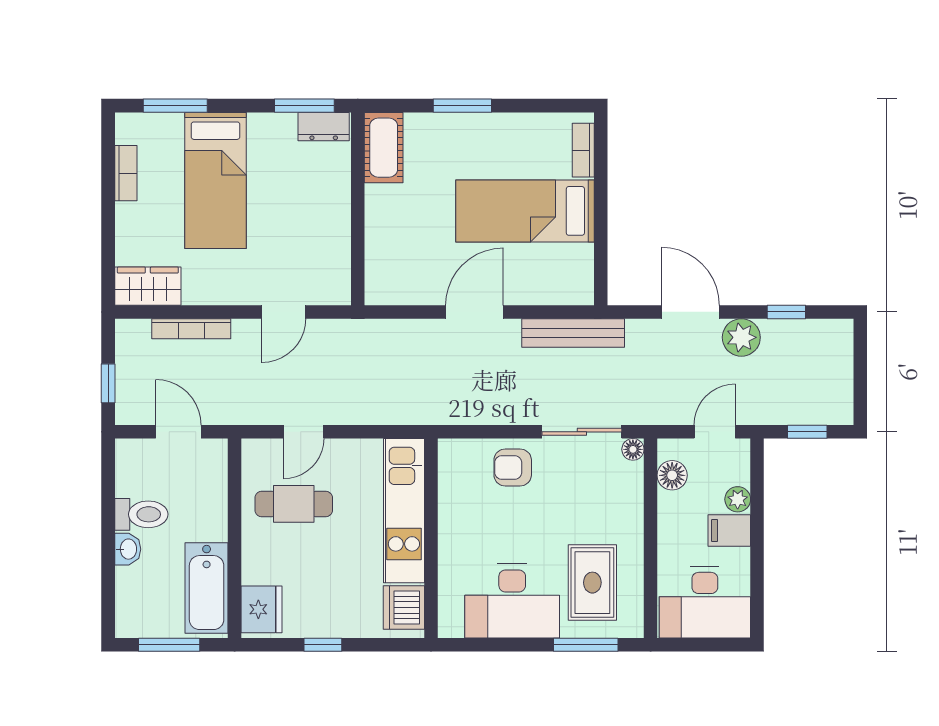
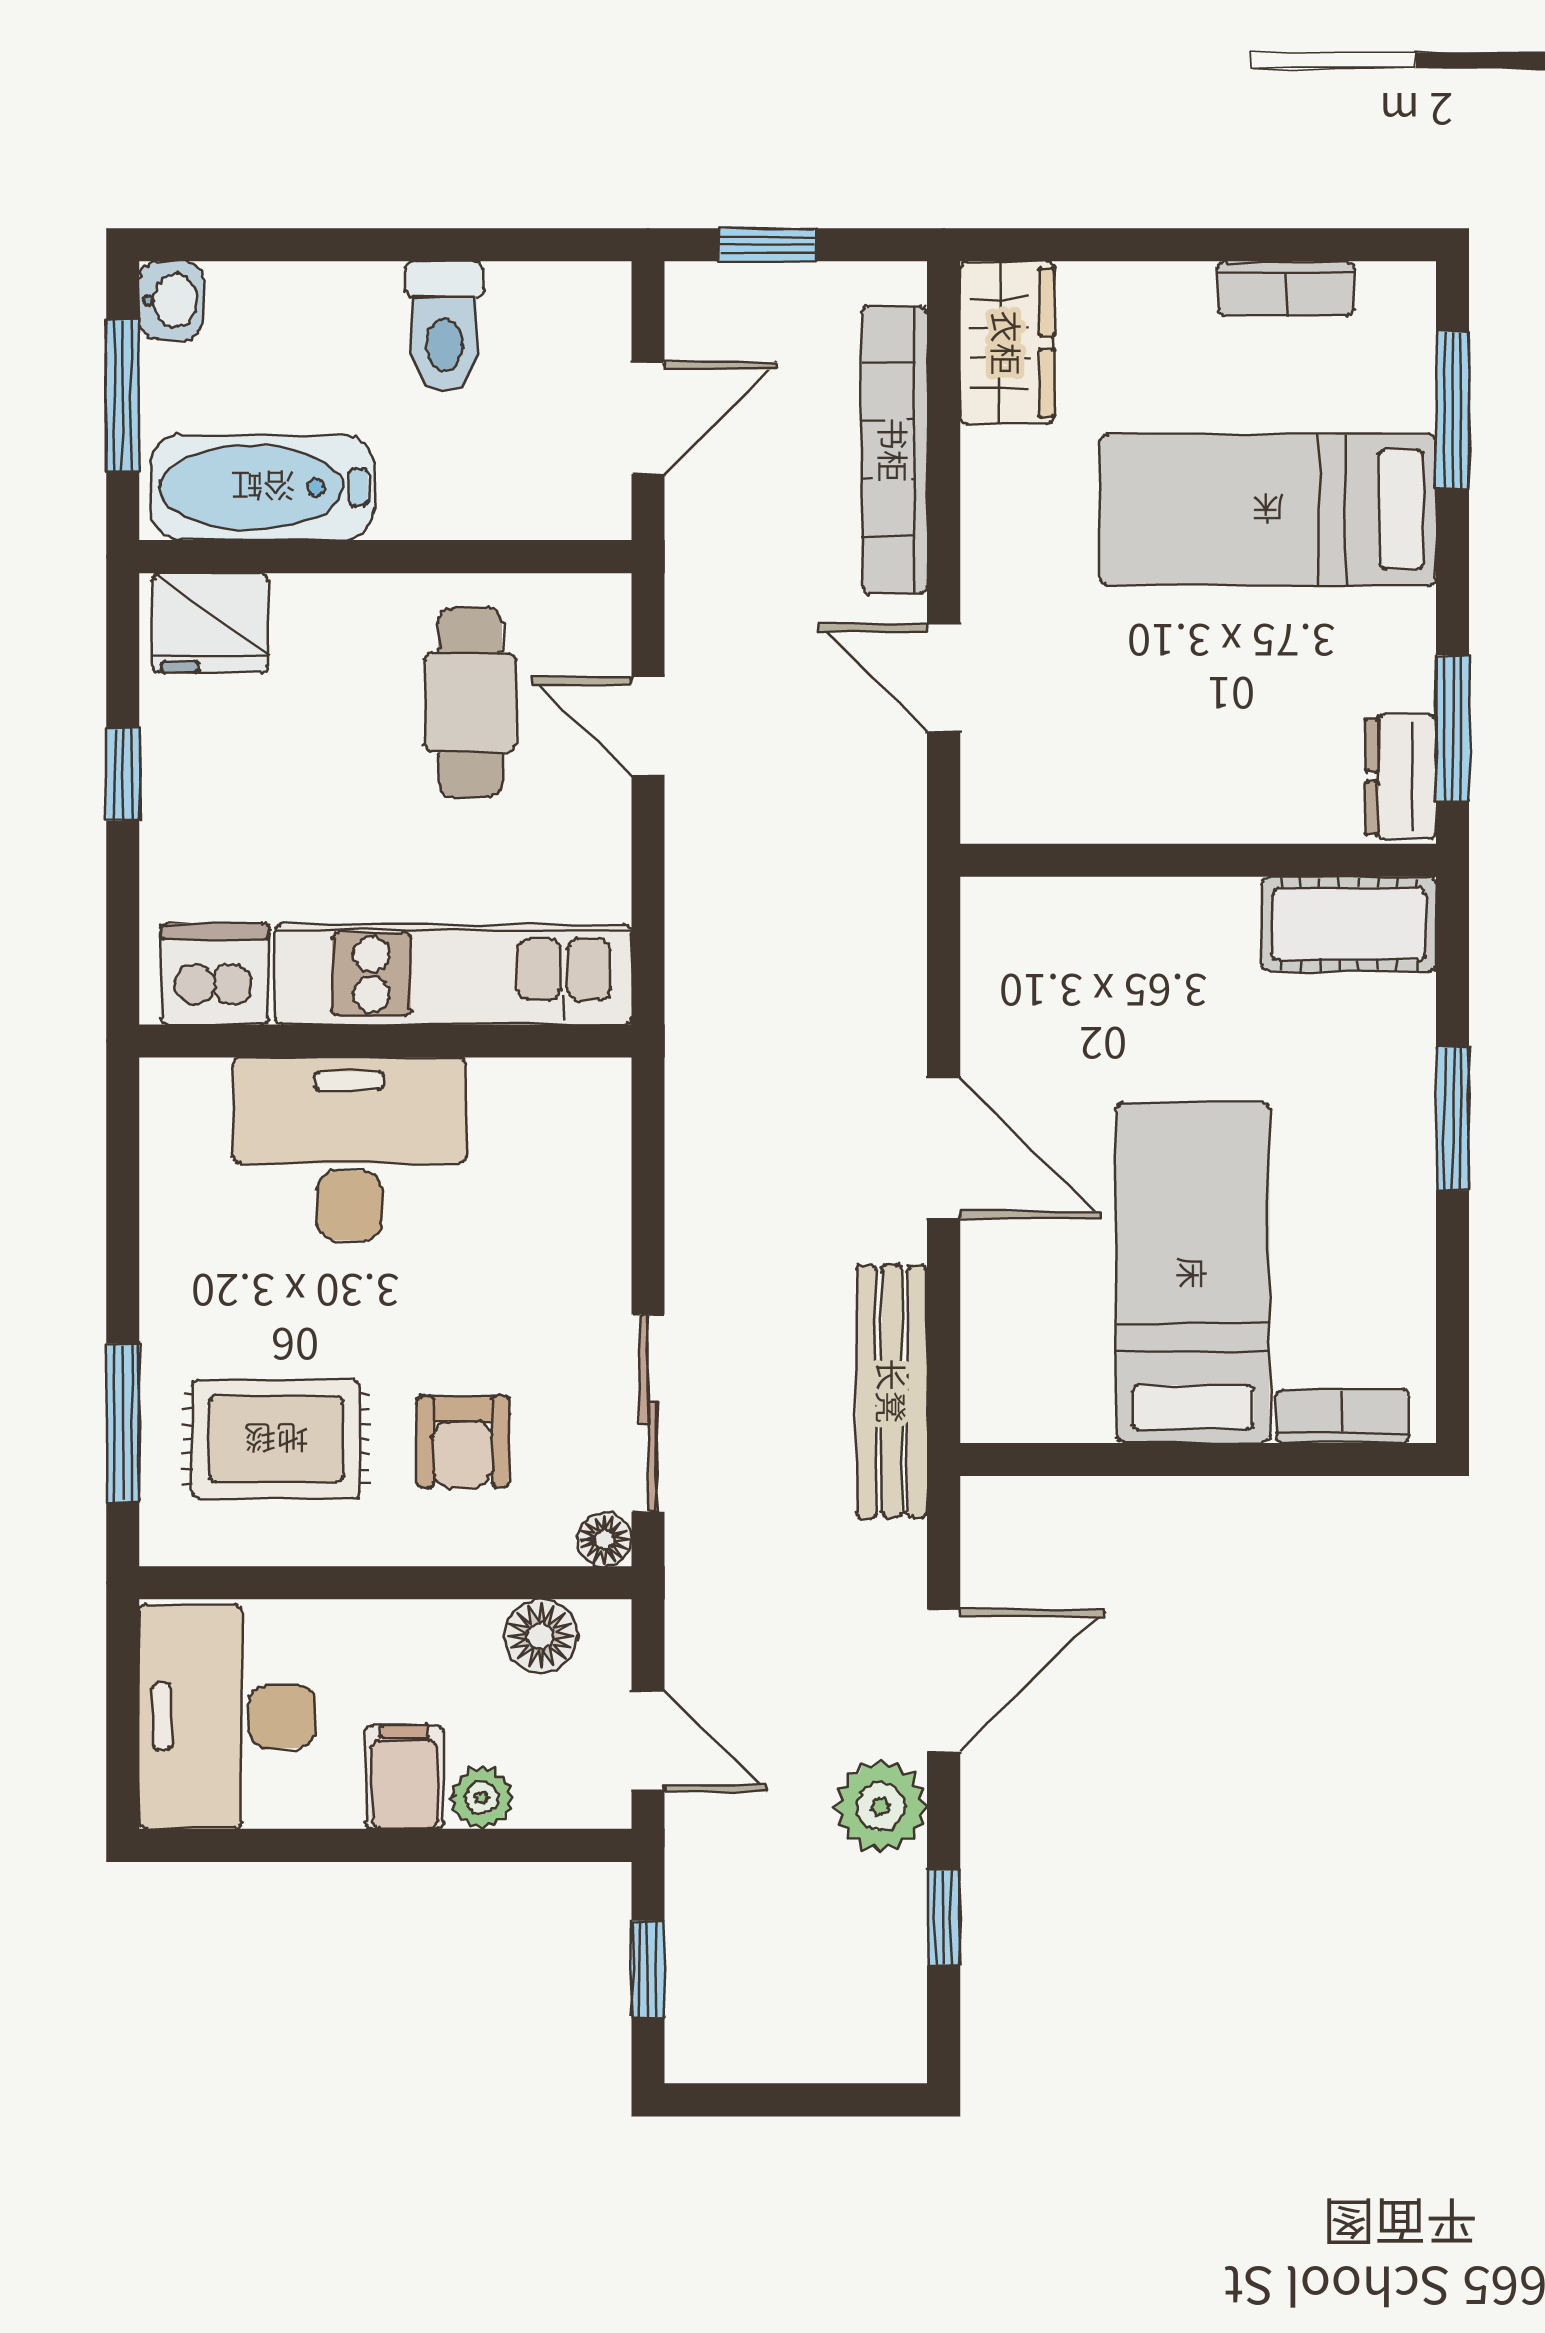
bookcase: (191, 329) -> (894, 450), width x1.48, depth x1.31
armchair: (513, 467) -> (463, 1442), moved, turned 180
washbasin: (128, 549) -> (171, 300), moved, turned -90
desk: (512, 601) -> (349, 1149), moved, turned 90

